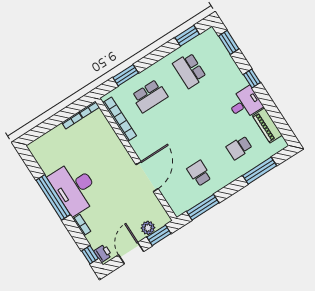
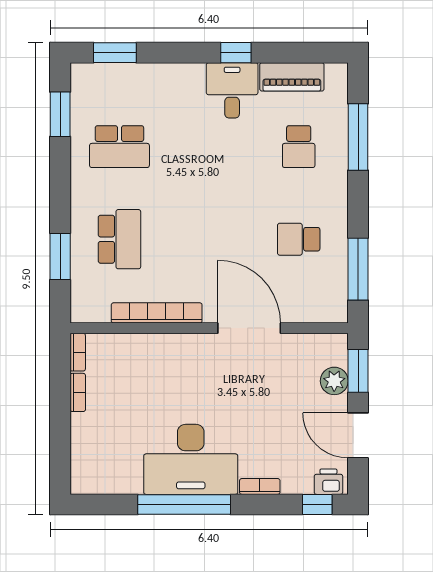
window: (252, 78) -> (236, 53), moved
bookcase: (120, 119) -> (157, 313), moved

